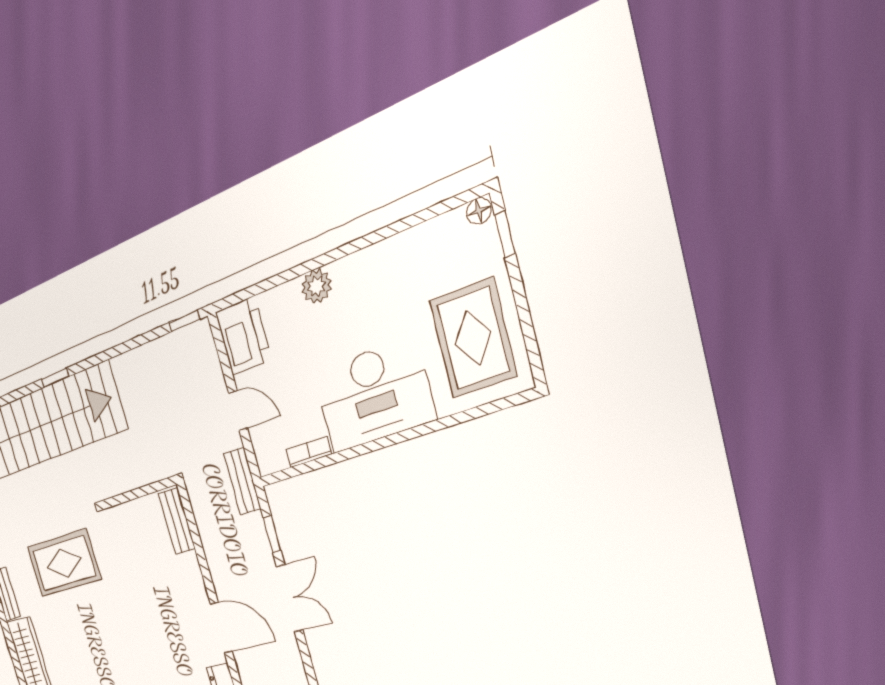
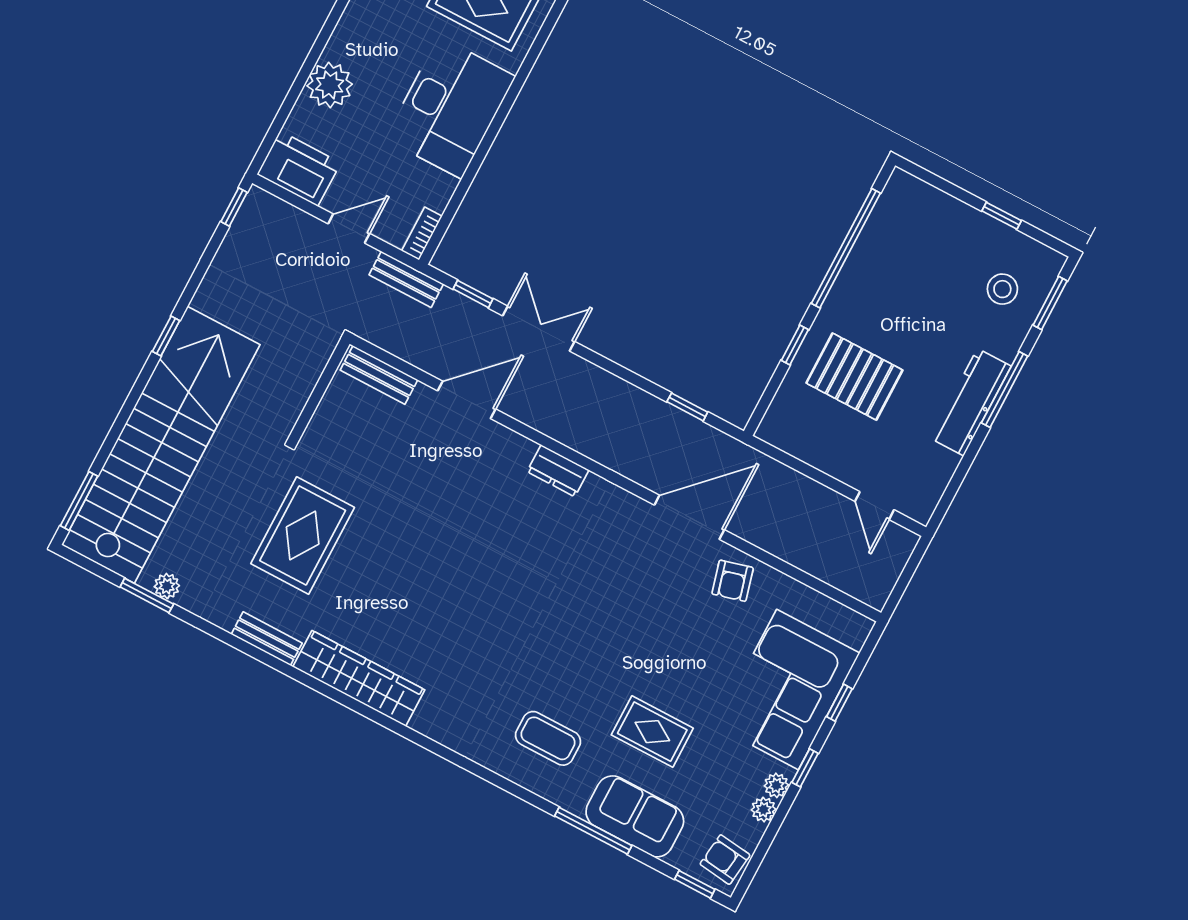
plant: (316, 286) -> (330, 85), width x1.36, depth x1.36
window: (55, 378) -> (166, 336), moved
bookcase: (309, 452) -> (422, 233), moved
door: (221, 628) -> (467, 400), moved

